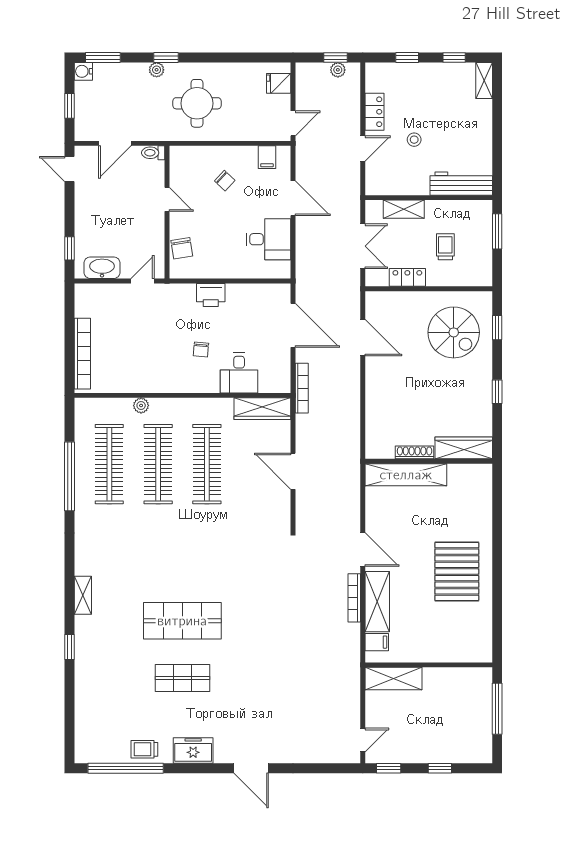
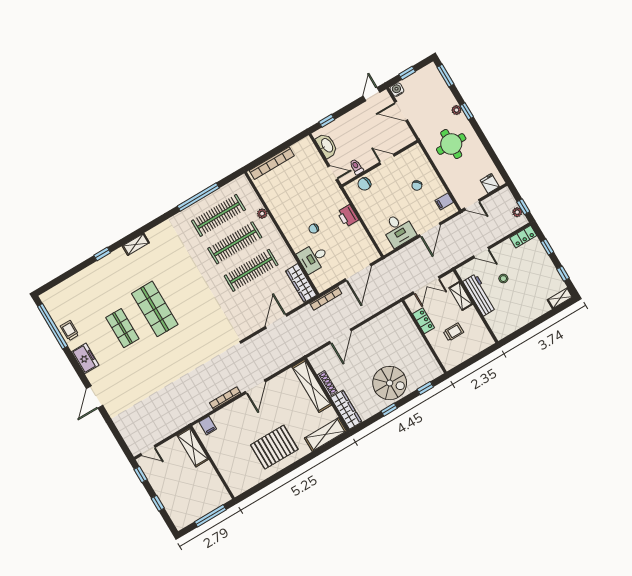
water cooler: (83, 71) -> (397, 90), moved
locker: (375, 112) -> (523, 237), moved
toilet: (153, 153) -> (356, 167), moved
workbench: (461, 184) -> (480, 295), moved
door: (167, 199) -> (387, 159), swing flipped
window: (497, 231) -> (479, 356), removed
spiral stairs: (454, 332) -> (390, 383), moved, turned -90
door: (363, 338) -> (340, 336), moved
shelving: (377, 602) -> (325, 435), moved

